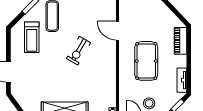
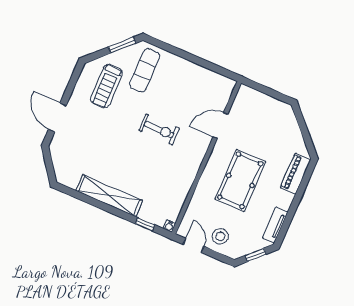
door: (118, 31) -> (220, 125), hinge flipped
exercise bike: (79, 51) -> (159, 129), turned -120

